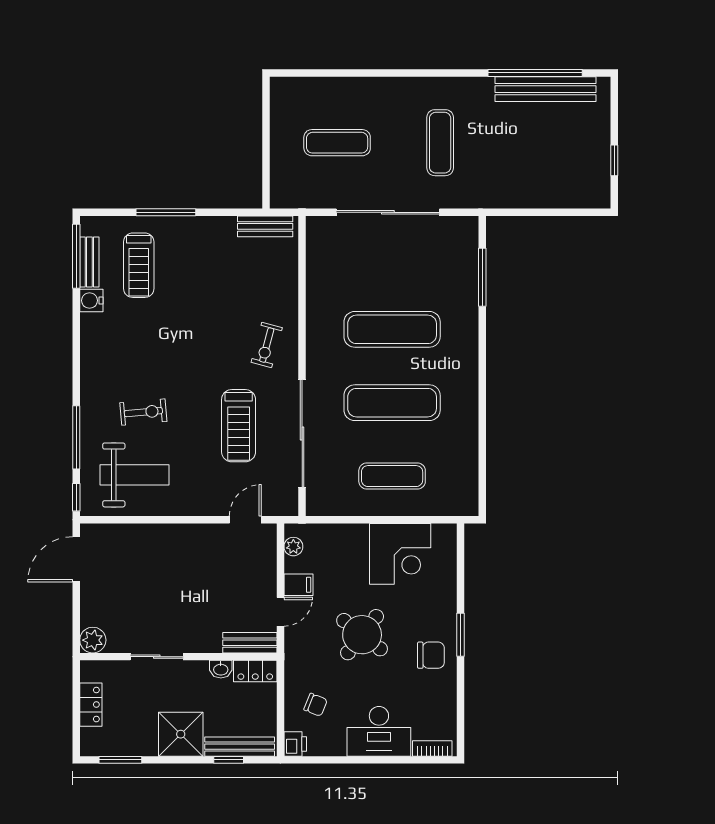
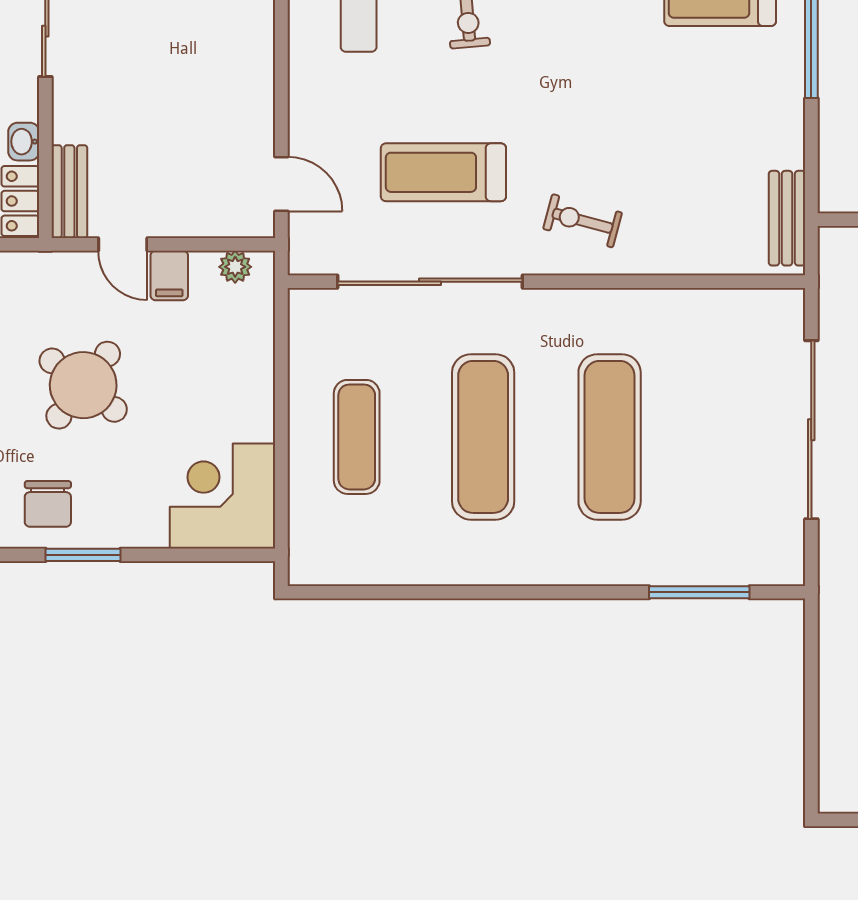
corner desk: (400, 554) -> (222, 496), moved, turned 90

